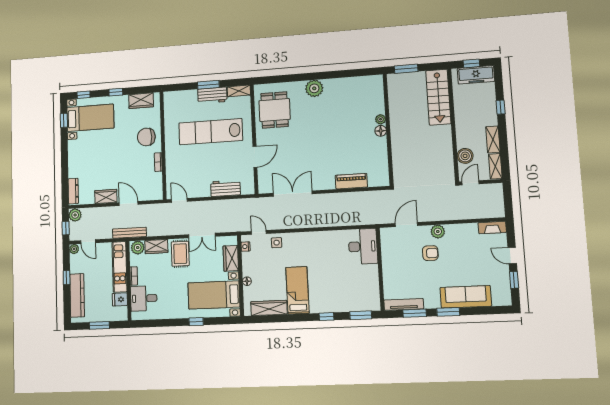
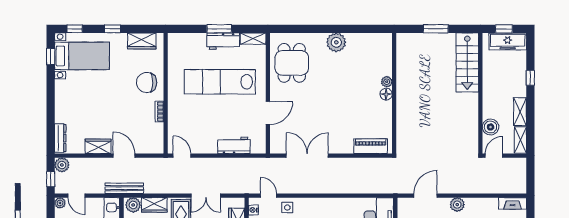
plant: (381, 119) -> (387, 82), moved
wall: (388, 129) -> (394, 93), moved
floor lamp: (381, 131) -> (386, 94), moved

